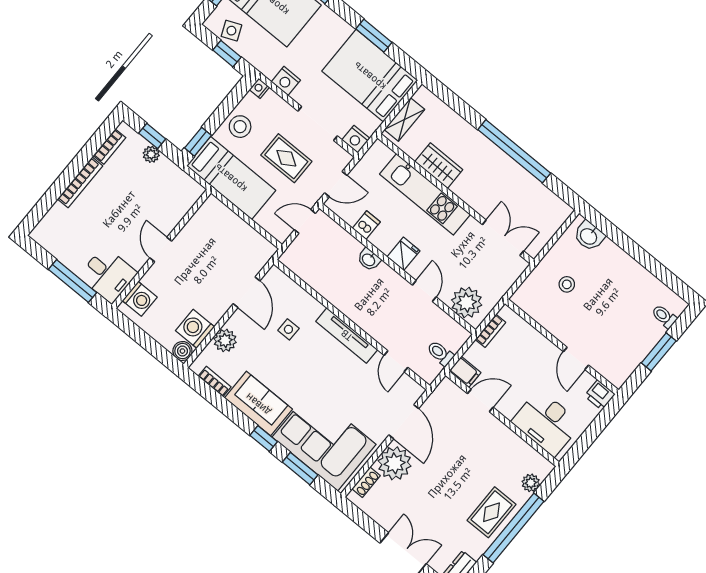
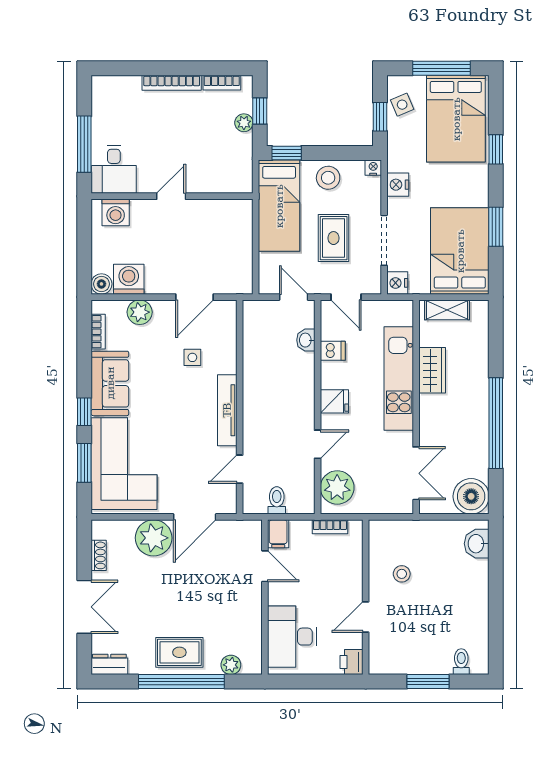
boiler: (552, 212) -> (471, 496), added
washbasin: (369, 259) -> (306, 340), moved
stool: (567, 284) -> (402, 574), moved
shoe rack: (366, 482) -> (99, 555), moved, turned -90

